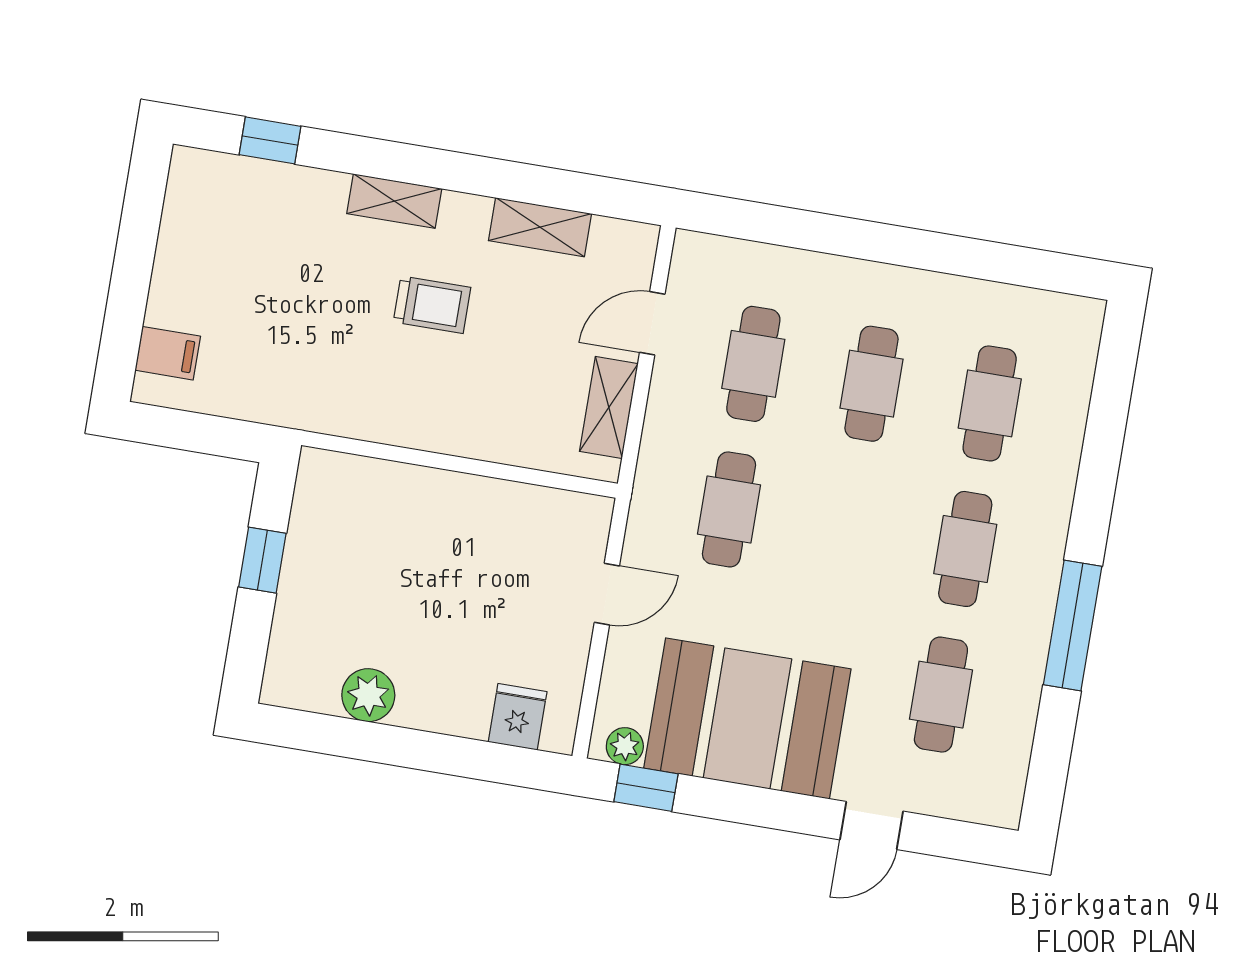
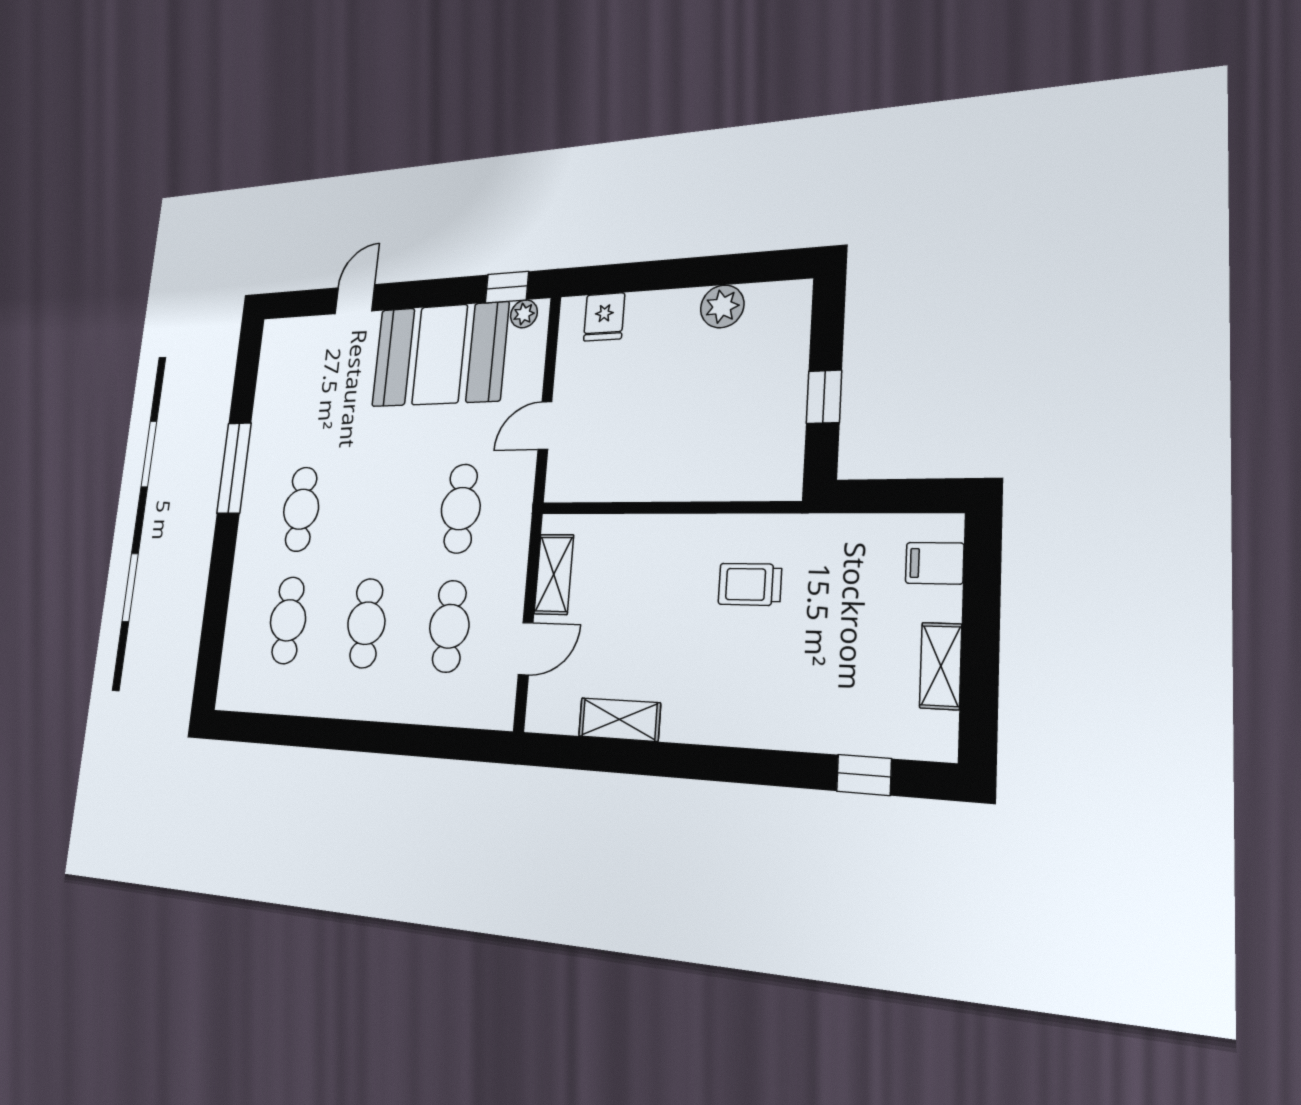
shelving: (394, 201) -> (941, 666), moved, turned 90
trolley: (432, 305) -> (750, 584), moved
cafe table: (941, 695) -> (314, 401), removed

